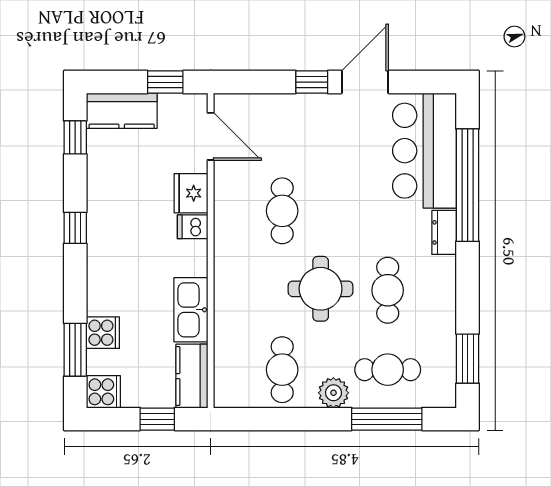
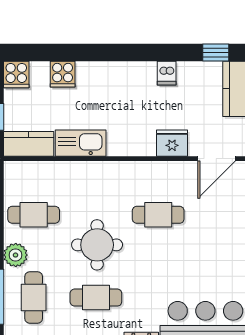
dishwasher: (193, 227) -> (167, 73), moved, turned 180
window: (75, 228) -> (145, 52), removed
window: (75, 350) -> (49, 52), removed

